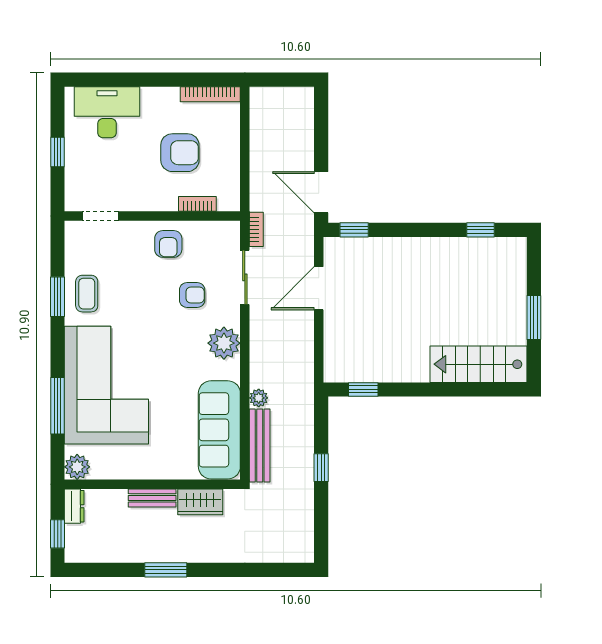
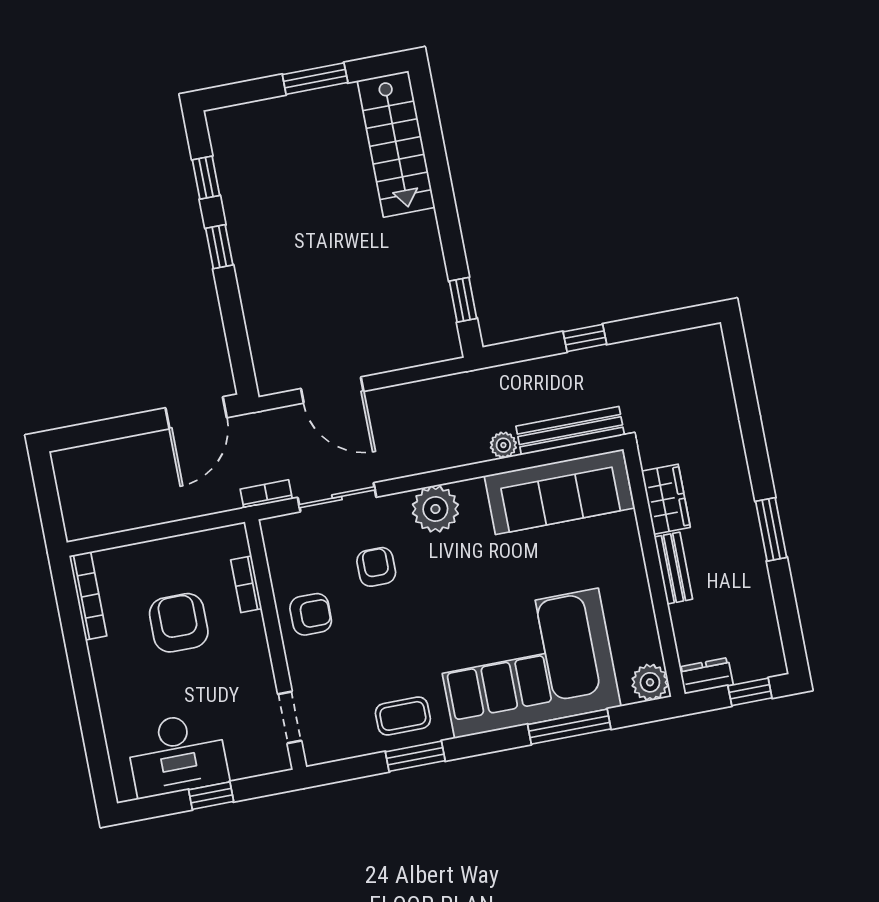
desk: (107, 112) -> (177, 754), moved, turned -90
window: (354, 230) -> (219, 247), moved

